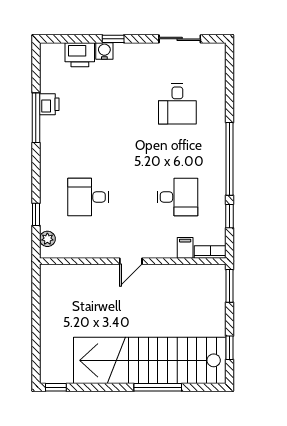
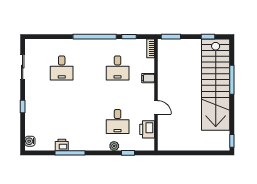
water cooler: (104, 51) -> (30, 141), moved
printer: (80, 55) -> (147, 129), moved, turned 180
desk: (177, 104) -> (62, 68), turned 90
desk: (177, 197) -> (118, 68), turned 180
plant: (47, 239) -> (114, 146), moved
filing cabinet: (185, 248) -> (148, 78), moved
door: (131, 261) -> (156, 107), moved

